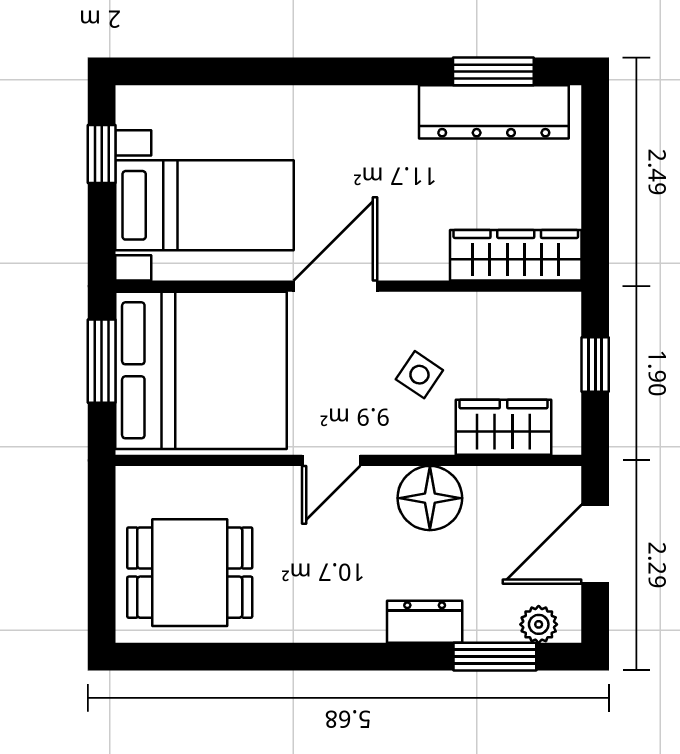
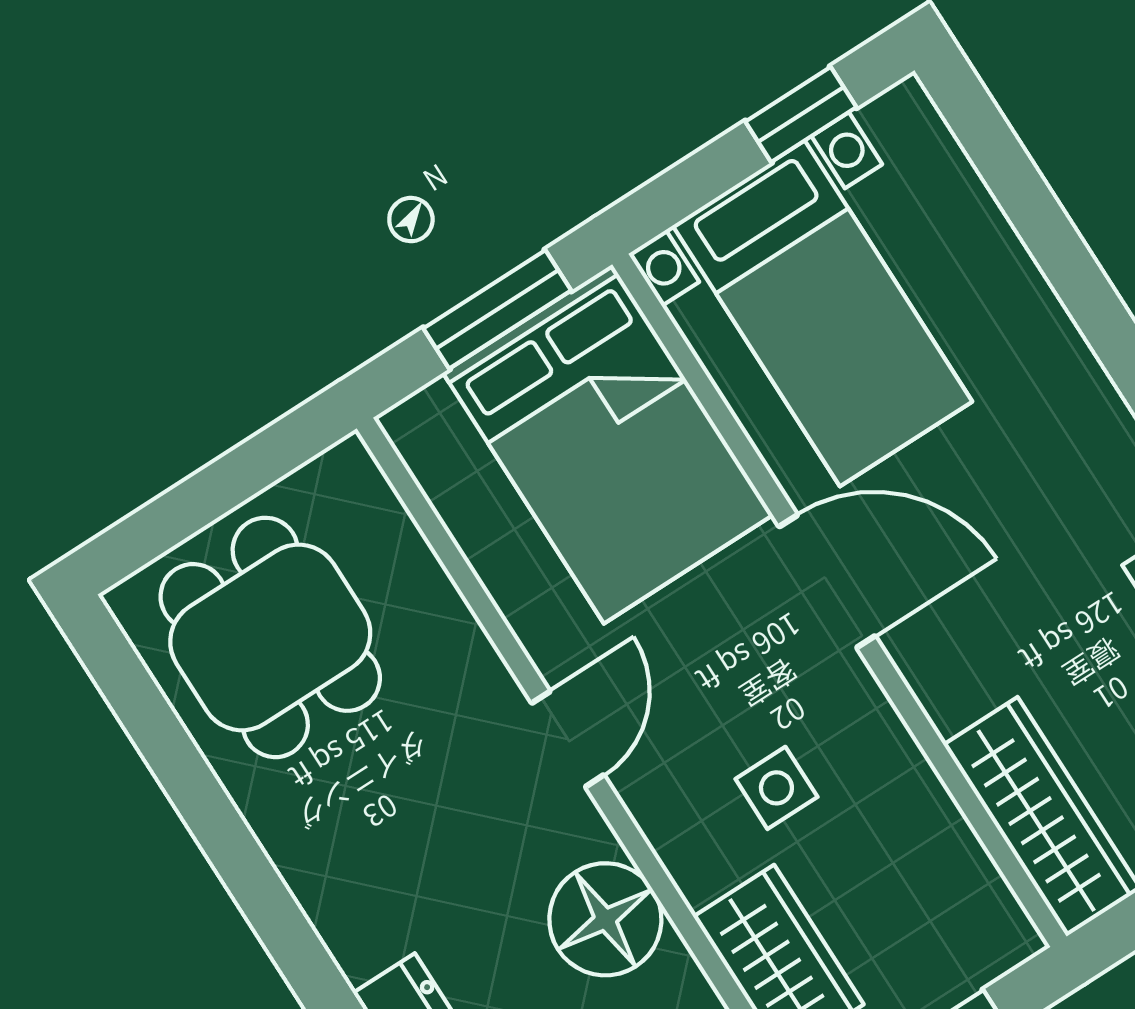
bed: (201, 370) -> (608, 444), width x0.73
side table: (419, 375) -> (776, 788), turned -34
door: (331, 460) -> (568, 739), swing flipped

